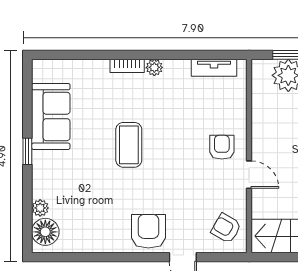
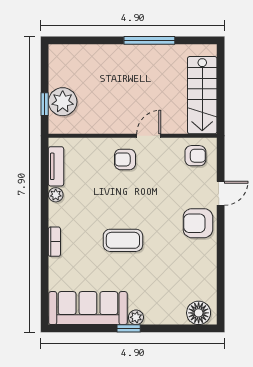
plant: (154, 67) -> (56, 195), moved
sofa: (51, 116) -> (88, 308), width x1.36
plant: (40, 208) -> (136, 317), moved
armchair: (226, 228) -> (195, 156), turned -120

